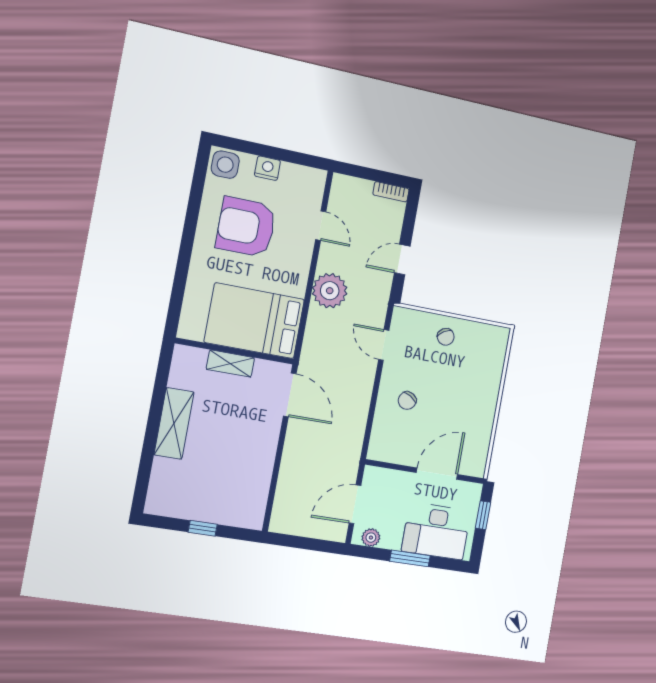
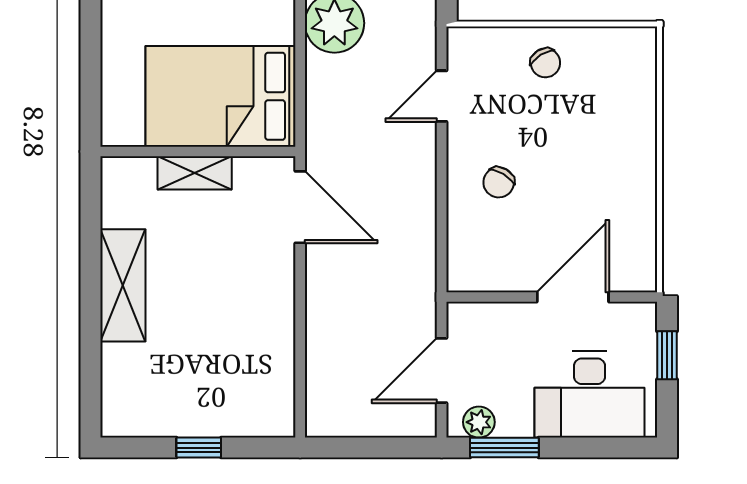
door: (384, 345) -> (442, 96), hinge flipped
window: (410, 558) -> (504, 448), moved

